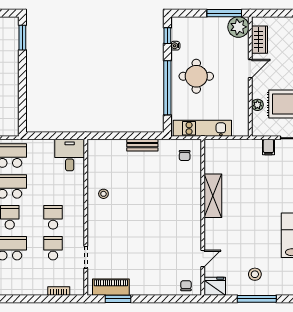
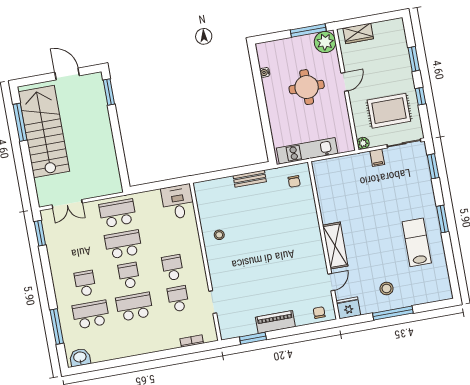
window: (167, 36) -> (255, 64), removed
wardrobe: (260, 40) -> (358, 33), moved, turned 90
round table: (196, 76) -> (307, 87), moved
window: (167, 88) -> (264, 116), removed
plant: (257, 105) -> (363, 143), moved
shelving: (213, 196) -> (335, 246), moved
piano: (111, 287) -> (275, 322), moved

